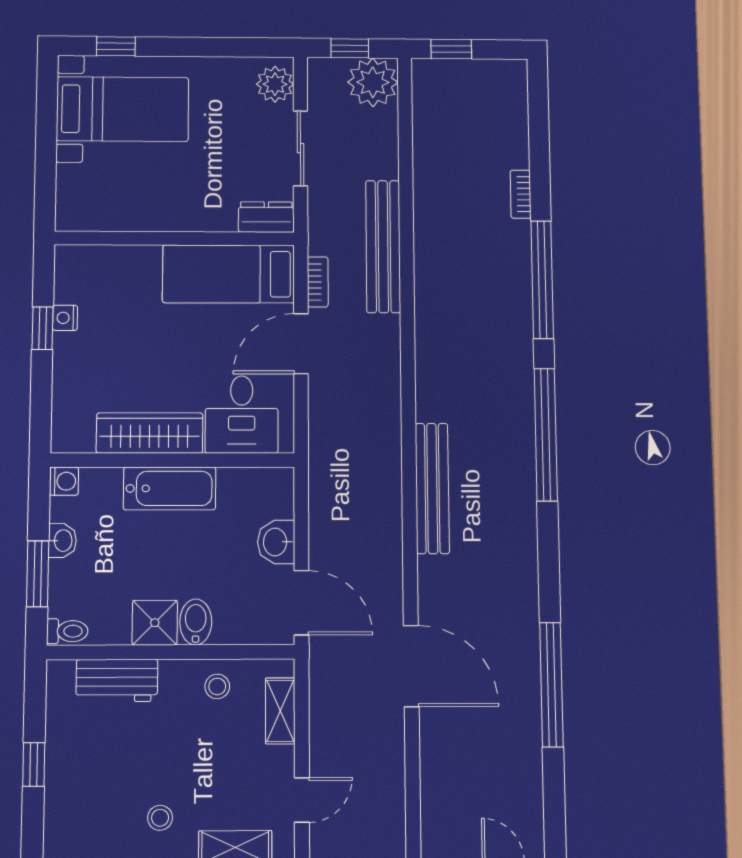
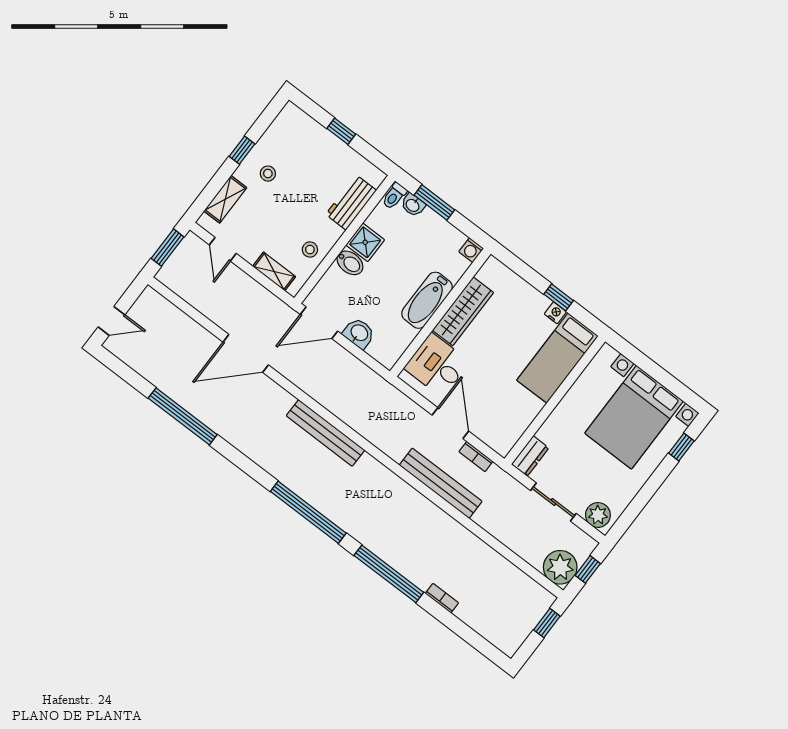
bed with nightstands: (123, 109) -> (634, 417), width x1.36
bench: (383, 246) -> (441, 483), moved
bed: (229, 274) -> (557, 358), moved, turned 180
washbasin: (62, 541) -> (413, 205), moved

